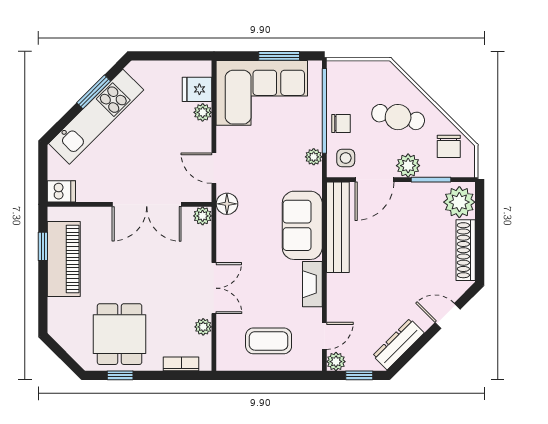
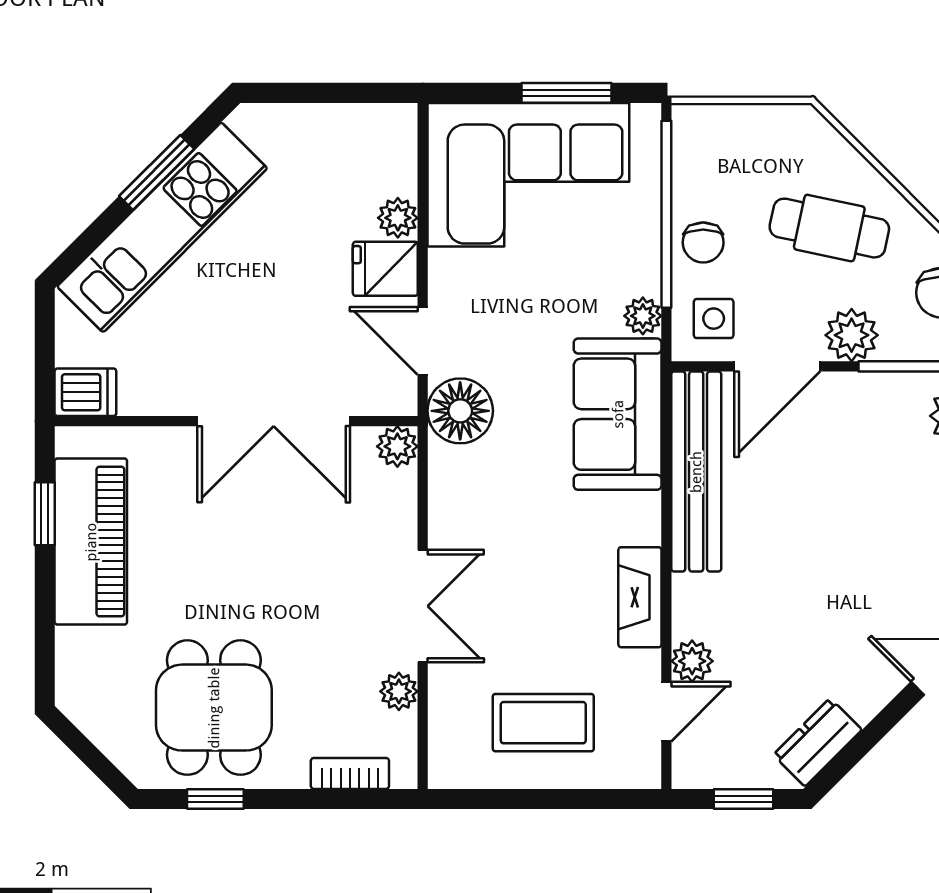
fridge: (197, 89) -> (385, 269), moved
chair: (341, 124) -> (703, 242), turned 90
floor lamp: (227, 204) -> (460, 411), width x1.38, depth x1.38
sofa: (302, 225) -> (618, 414), moved
dresser: (398, 344) -> (818, 742), width x0.70
plant: (336, 362) -> (692, 661), moved

